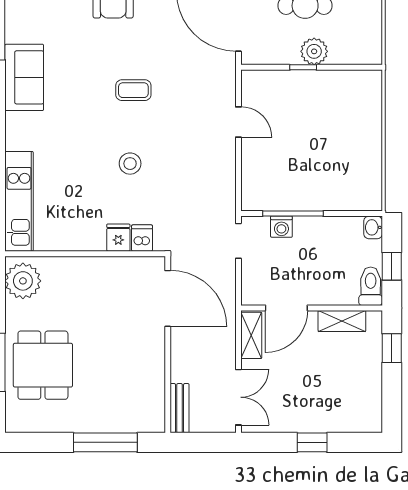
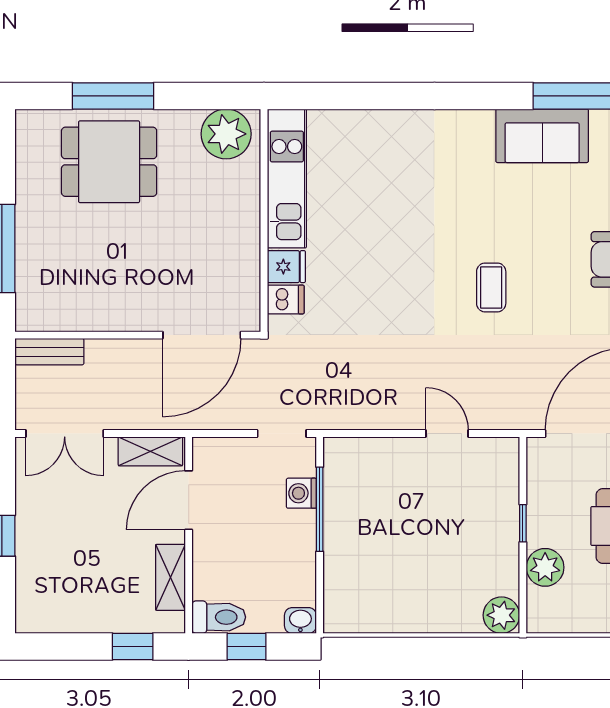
plant: (314, 51) -> (545, 567), moved
sofa: (24, 77) -> (542, 136), moved
plant: (369, 83) -> (501, 615), added
door: (238, 122) -> (447, 434), swing flipped
stool: (130, 164) -> (389, 283), removed
kitchen unit: (19, 201) -> (287, 178), moved, turned -90
door: (286, 308) -> (189, 500), hinge flipped

